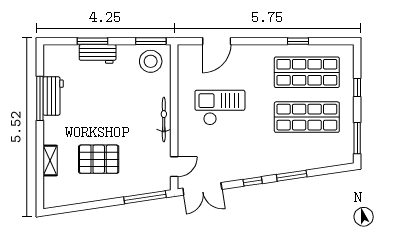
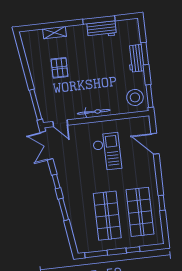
pallet: (99, 159) -> (59, 68), width x0.67, depth x0.71

